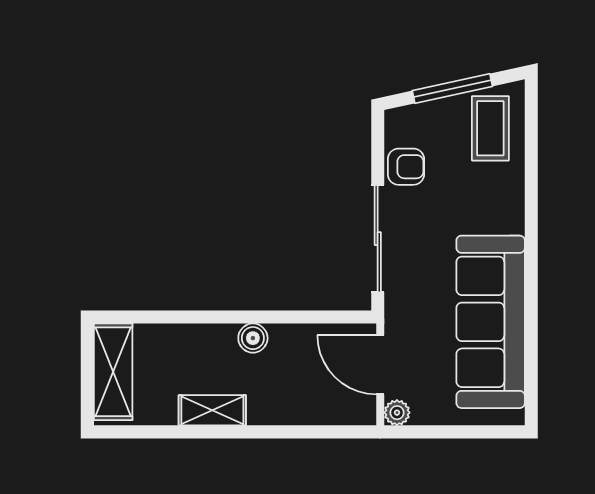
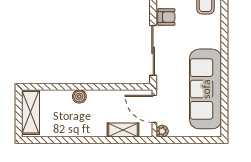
boiler: (253, 338) -> (79, 97), moved
shelving: (212, 410) -> (123, 130), moved

